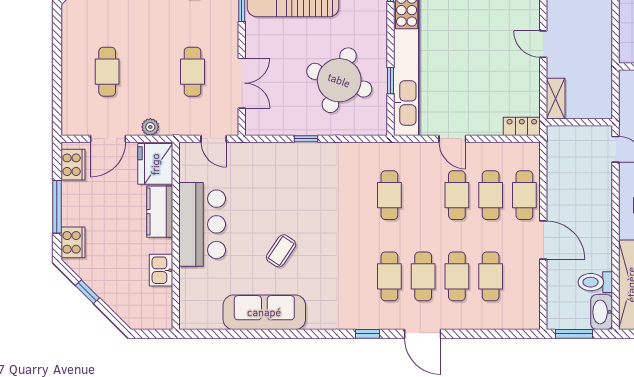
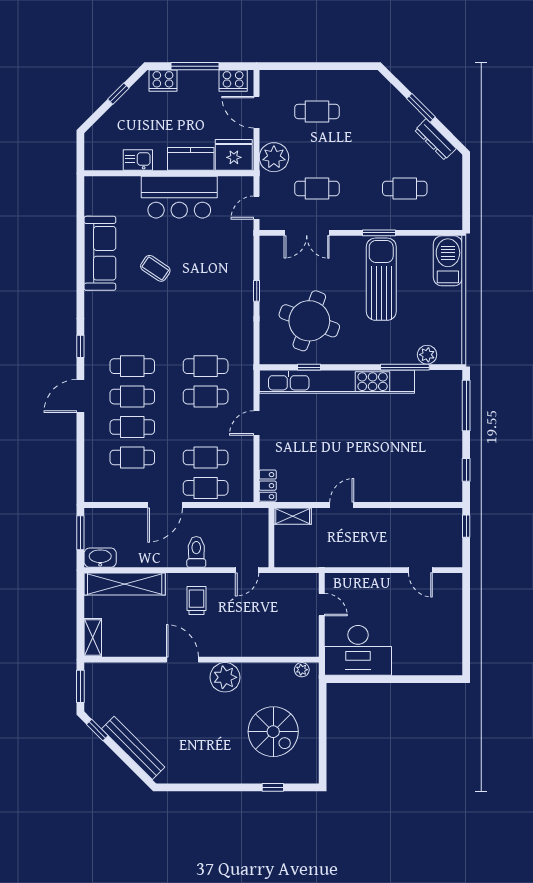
plant: (150, 127) -> (274, 157), width x1.88, depth x1.88
cafe table: (457, 195) -> (206, 397), moved
toilet: (595, 282) -> (196, 552), moved

